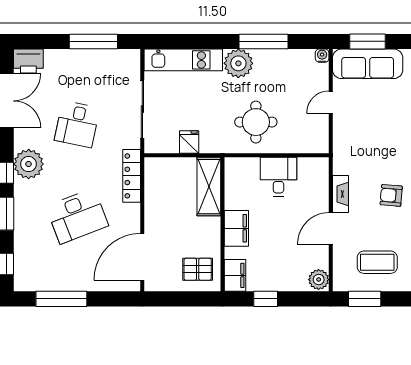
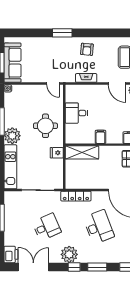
door: (331, 102) -> (53, 84), moved
desk: (77, 124) -> (47, 227), turned -36
fridge: (189, 142) -> (57, 153), moved
filing cabinet: (236, 228) -> (100, 137), width x0.50
door: (331, 228) -> (117, 84), moved

